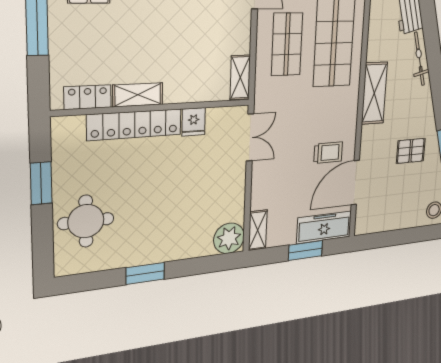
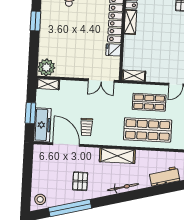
bicycle: (419, 59) -> (123, 187), moved

